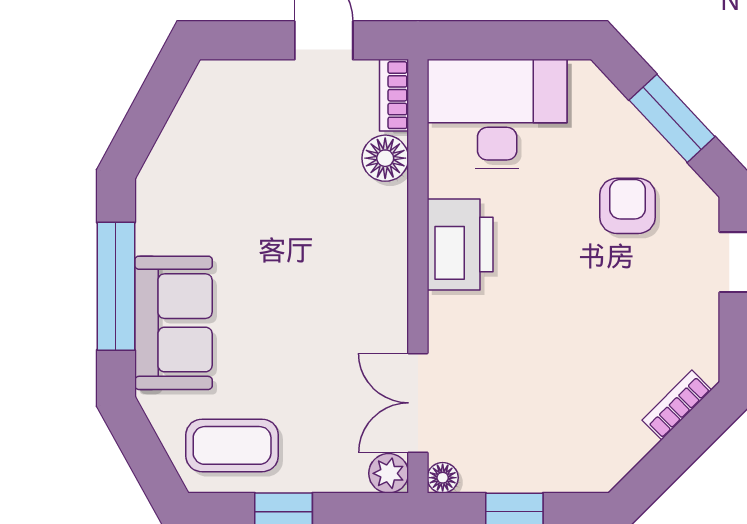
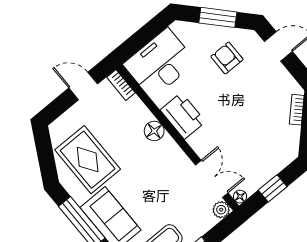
floor lamp: (385, 158) -> (154, 131), moved
rug: (221, 181) -> (88, 160), added
double door: (418, 403) -> (212, 179), swing flipped

